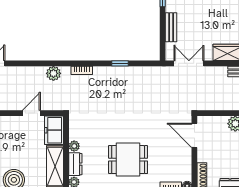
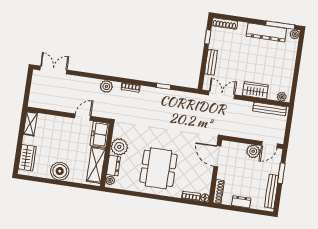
plant: (74, 146) -> (119, 147), width x1.88, depth x1.88
dining table: (128, 160) -> (158, 168), width x1.38

